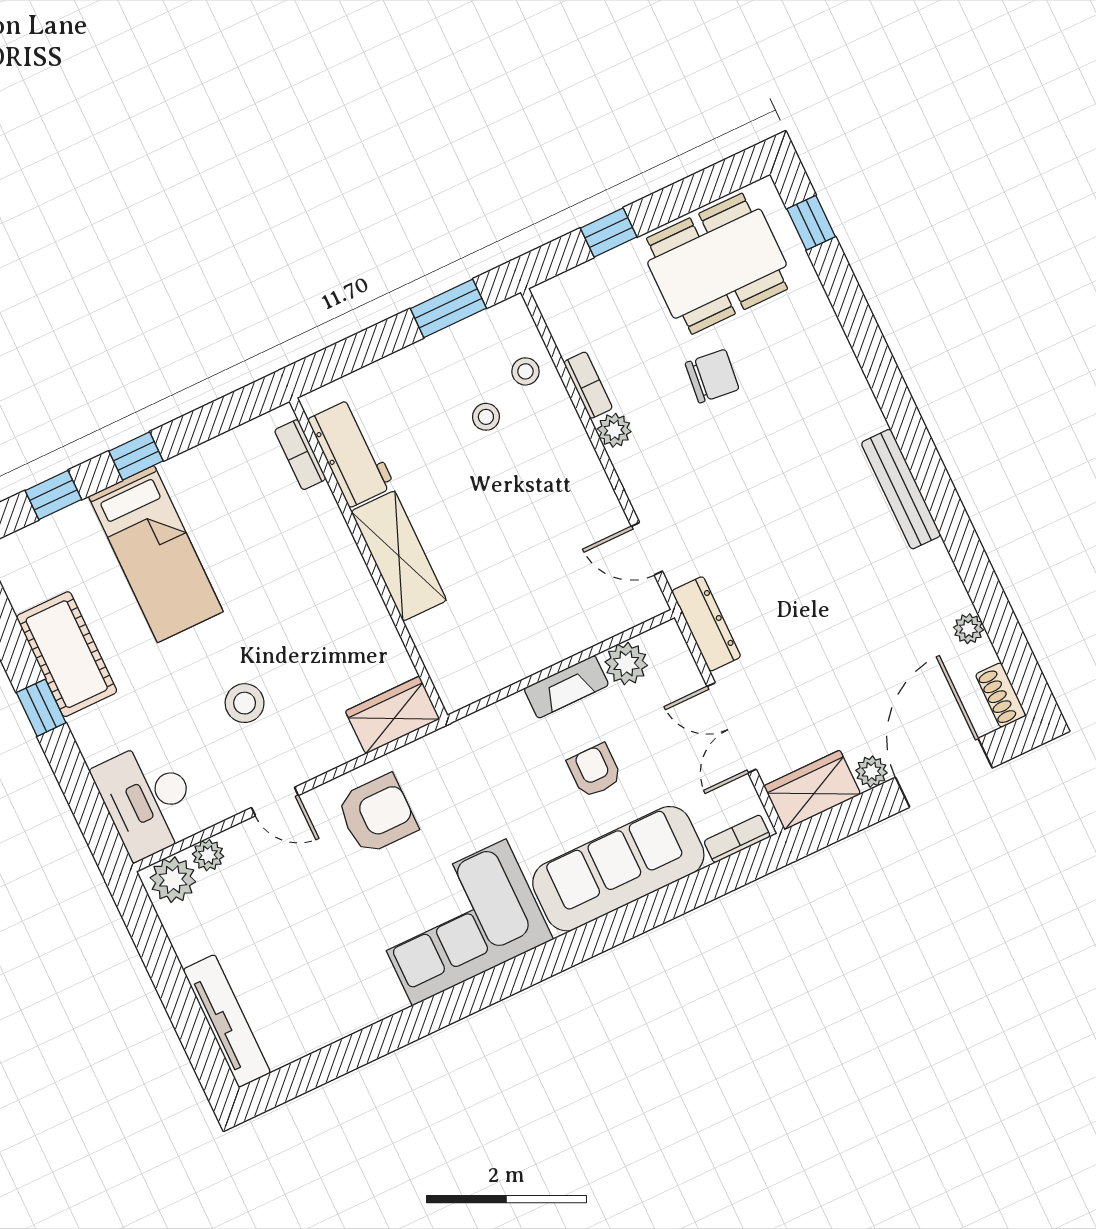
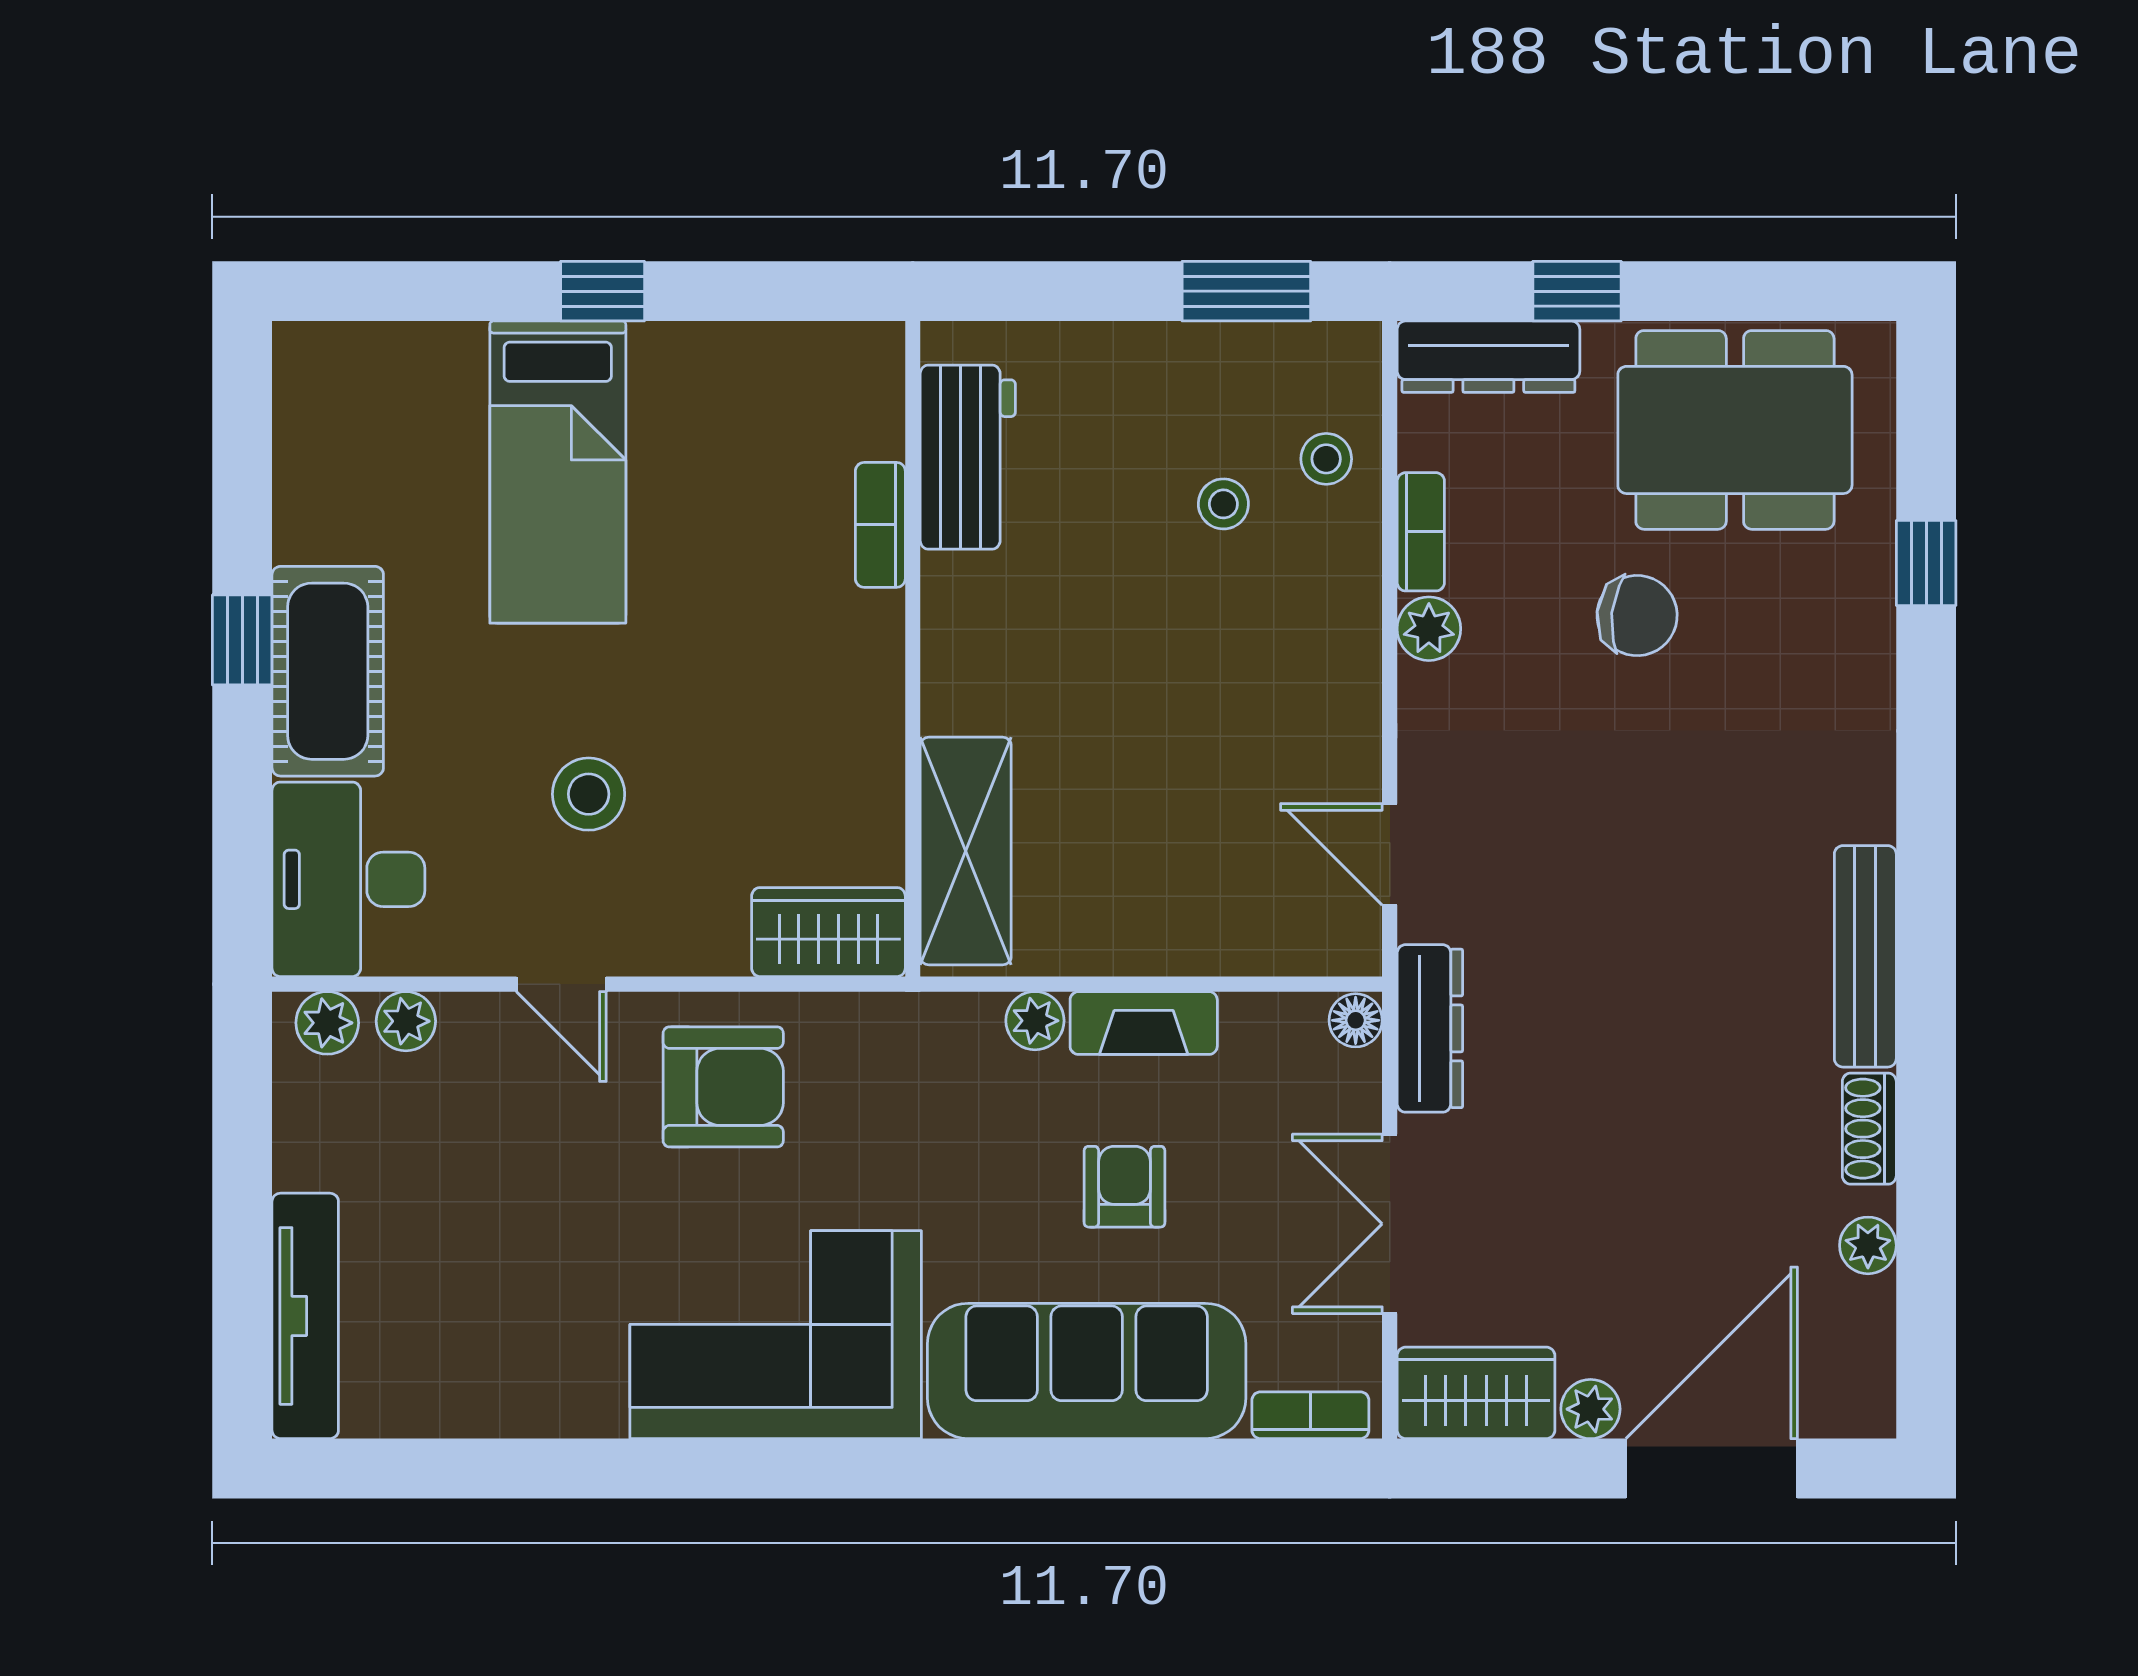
window: (811, 223) -> (1926, 563), moved
dresser: (581, 285) -> (1488, 357), added
bookcase: (300, 455) -> (880, 525), moved
window: (53, 495) -> (432, 291), removed
shelving: (399, 556) -> (966, 851), moved
floor lamp: (668, 637) -> (1356, 1020), added
cot: (67, 654) -> (328, 671), moved
plant: (626, 664) -> (1035, 1021), moved, width x0.73, depth x0.73
shoe rack: (1001, 695) -> (1869, 1129), moved
plant: (173, 880) -> (327, 1023), width x0.73, depth x0.73

